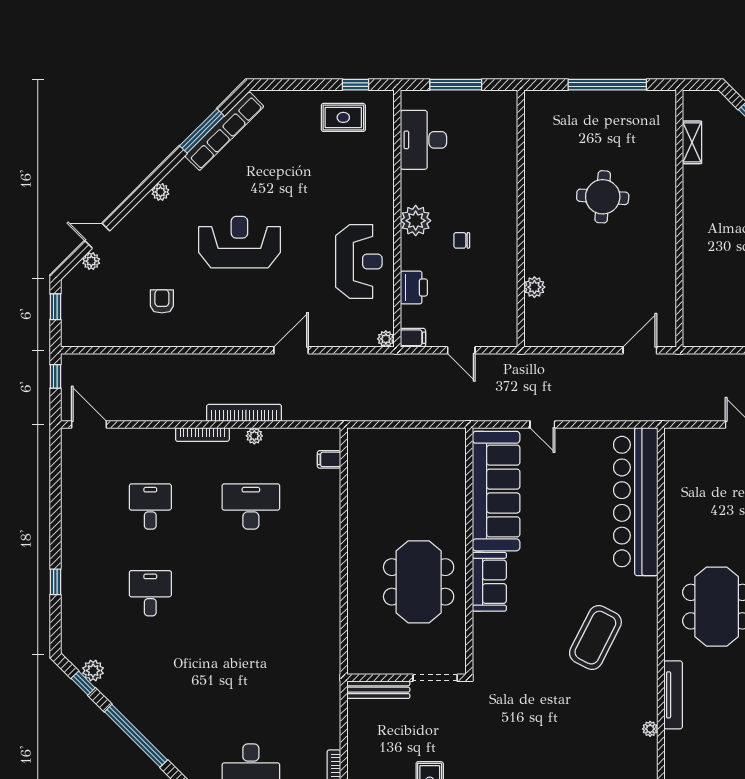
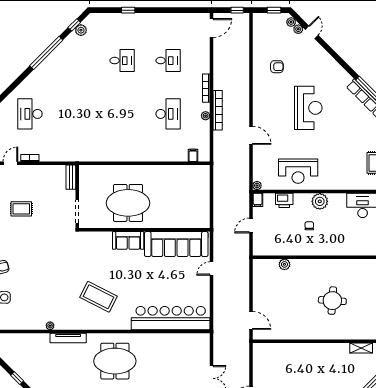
plant: (160, 192) -> (291, 22), moved
bench: (378, 690) -> (71, 177), width x0.73

